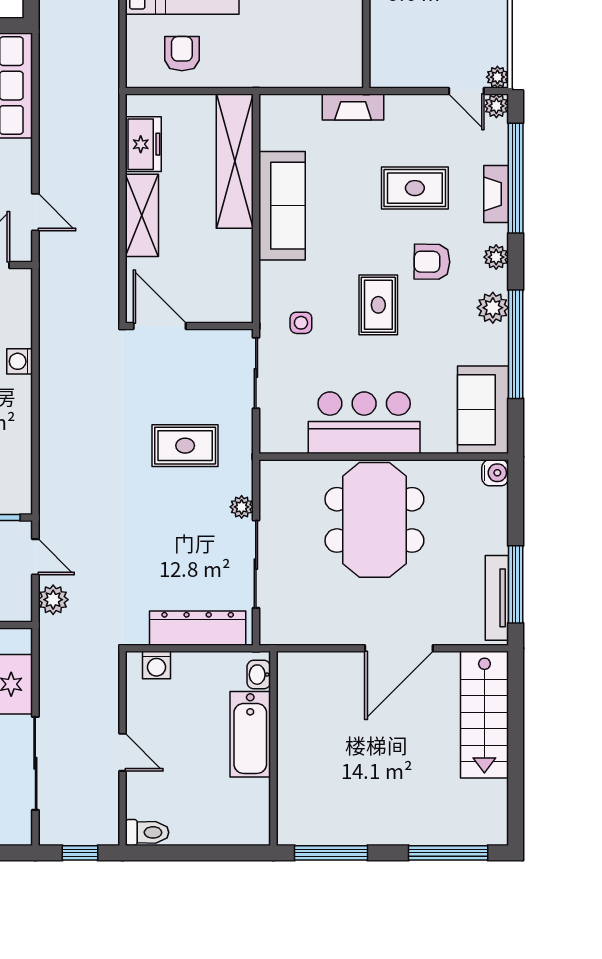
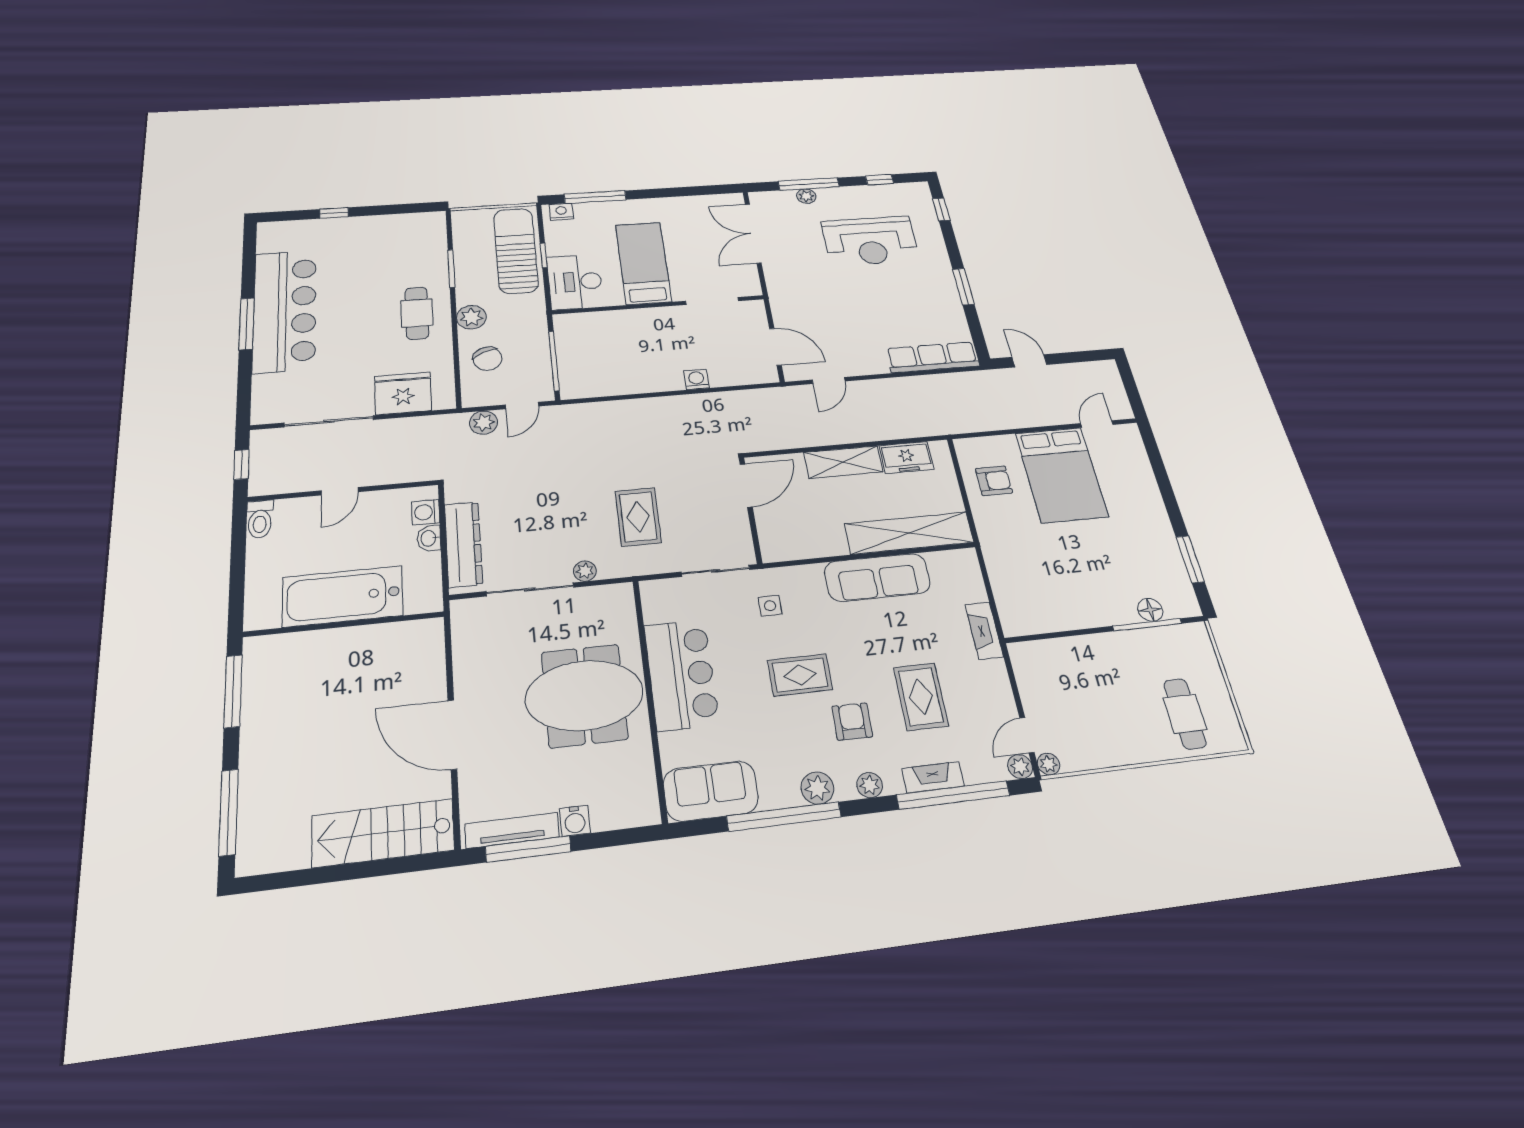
water cooler: (495, 473) -> (575, 821), moved
washbasin: (259, 675) -> (429, 538), moved, turned -90
bathtub: (250, 734) -> (343, 596), width x1.36, depth x1.36

